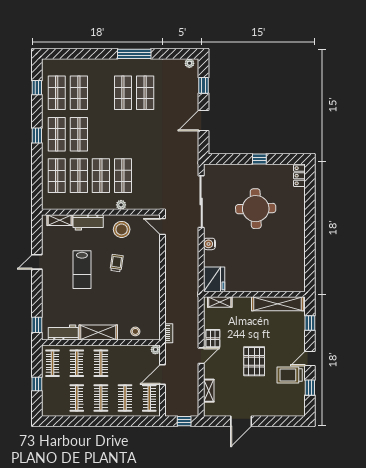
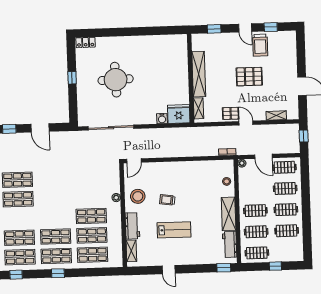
shop shelf: (123, 176) -> (91, 197), removed
water cooler: (209, 244) -> (162, 119), moved
shelving: (278, 304) -> (199, 74), moved

